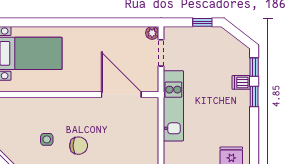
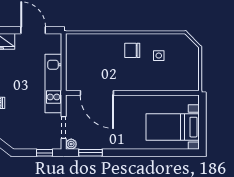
window: (129, 22) -> (91, 153), added
window: (202, 22) -> (44, 153), moved

